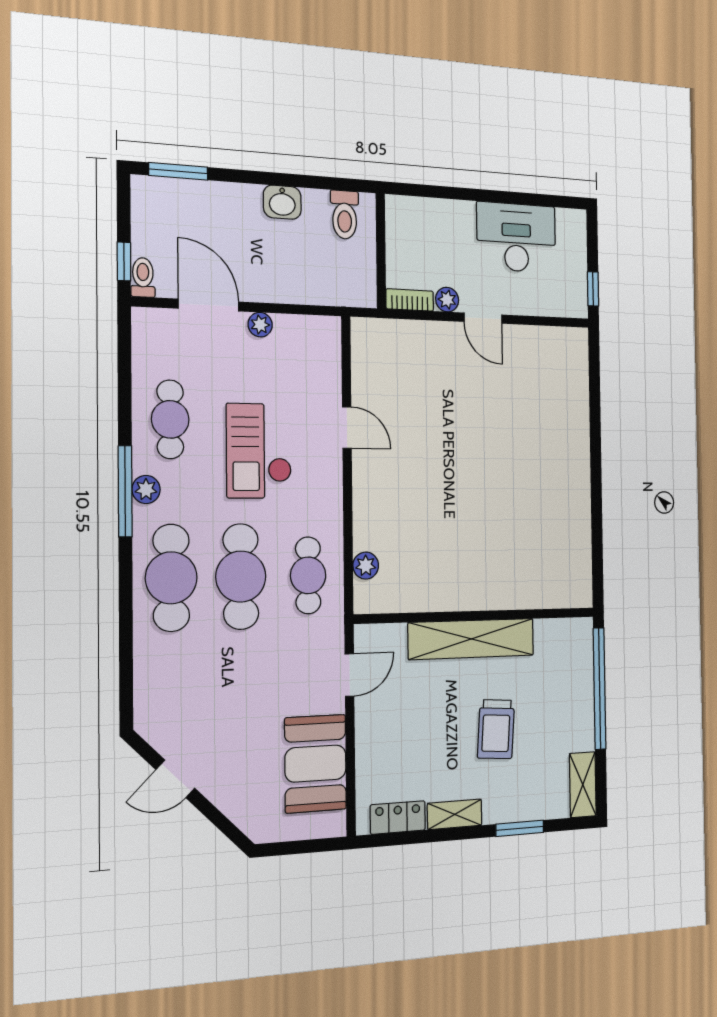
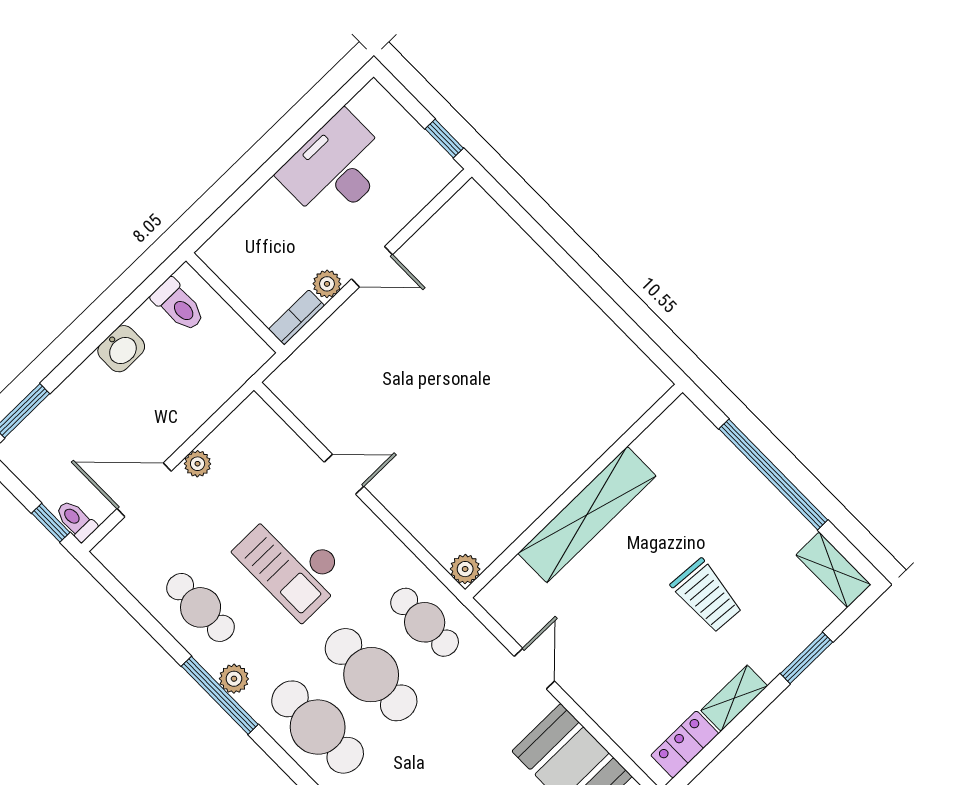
wall: (477, 616) -> (574, 491), moved
shelving: (471, 639) -> (587, 515), moved

